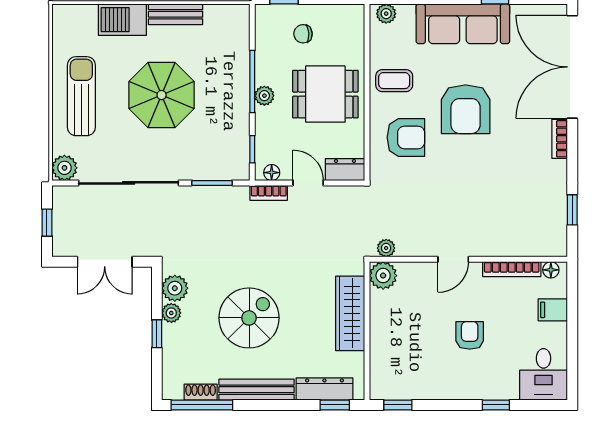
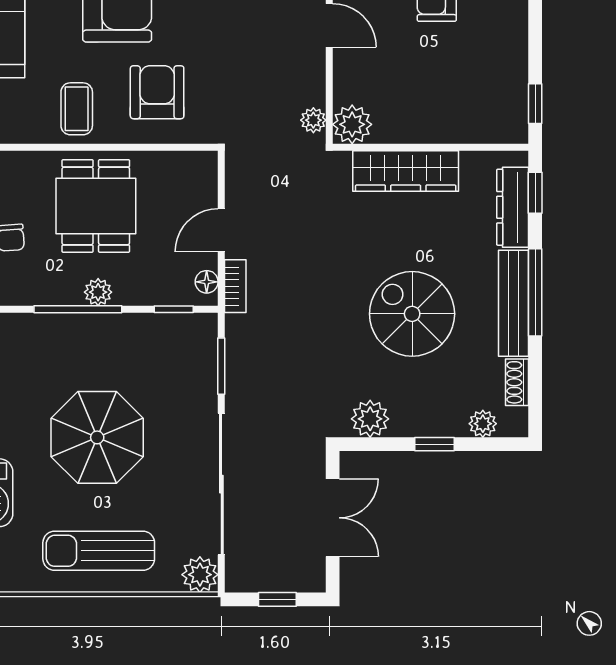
dresser: (345, 170) -> (202, 178), removed
plant: (171, 313) -> (483, 424), moved
window: (202, 405) -> (535, 292), moved

